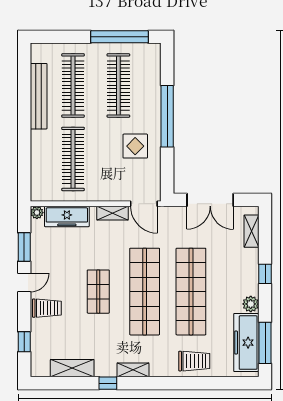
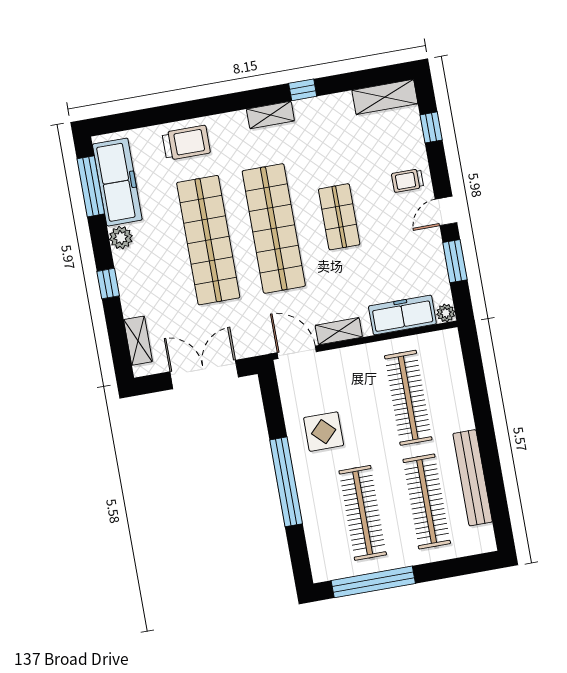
trolley: (47, 308) -> (408, 181), width x0.73, depth x0.72
trolley: (194, 361) -> (186, 143), turned 180
shelving: (72, 368) -> (385, 97), moved

